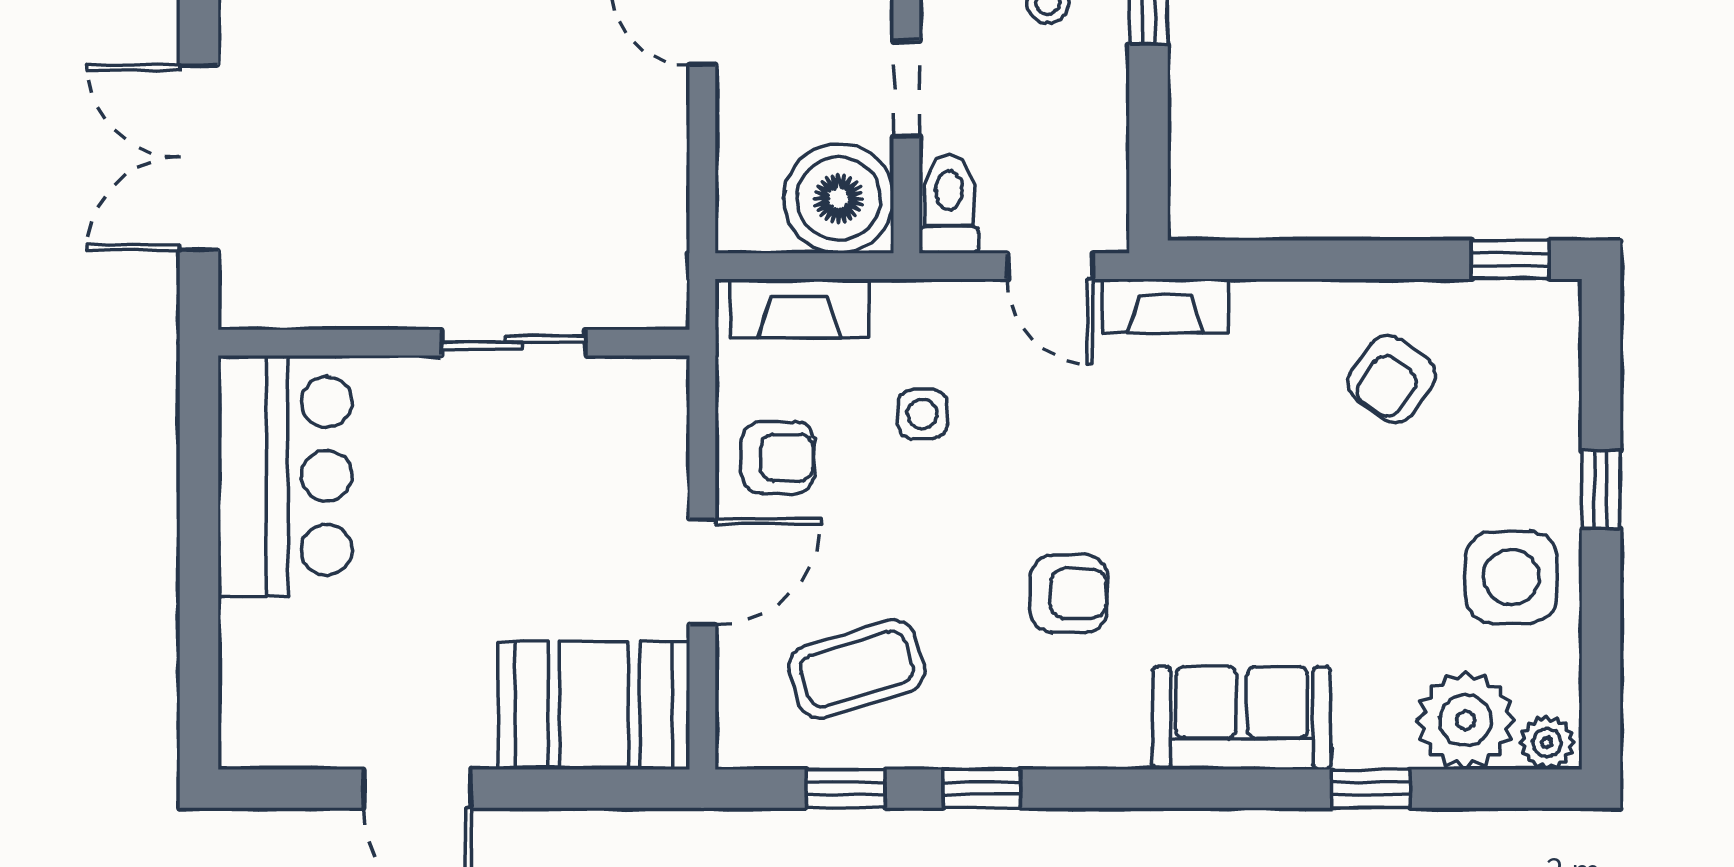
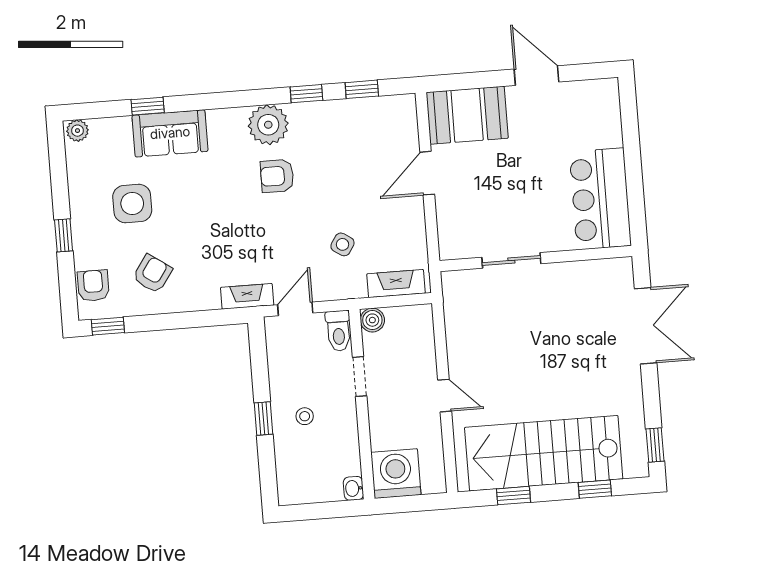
boiler: (839, 198) -> (372, 320), width x0.54, depth x0.54
door: (1050, 266) -> (295, 309), hinge flipped
side table: (923, 414) -> (342, 244), turned 33
armchair: (778, 457) -> (93, 286), moved, turned 90
side table: (1511, 577) -> (132, 204), moved
coffee table: (857, 669) -> (361, 138), removed
sofa: (1242, 718) -> (170, 133), moved
plant: (1465, 720) -> (268, 125), moved

